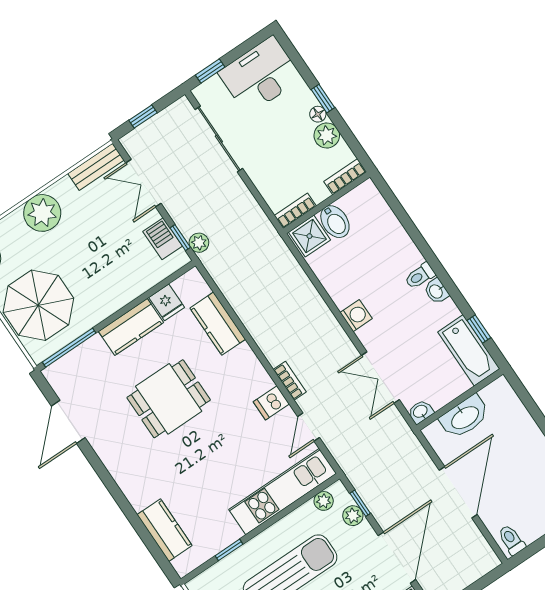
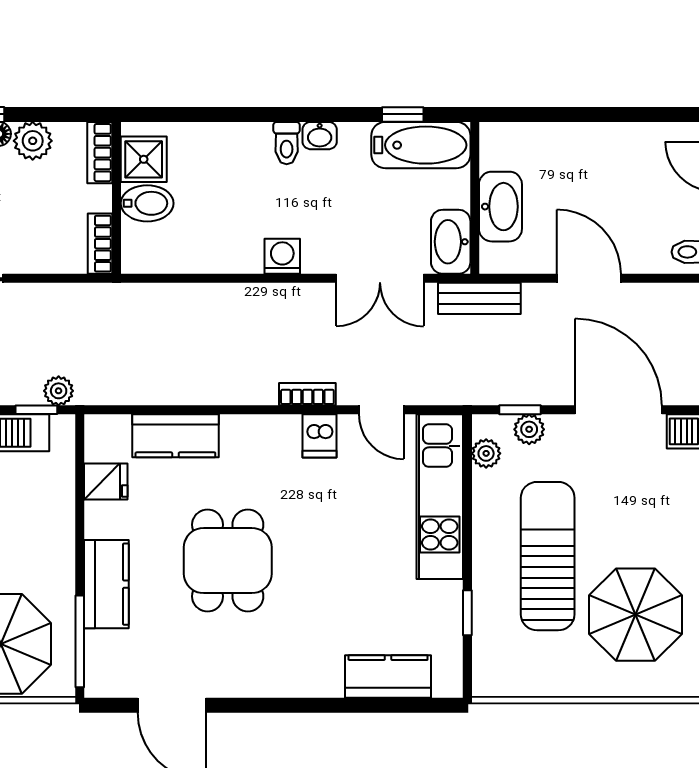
shower: (309, 236) -> (144, 159), moved
kitchen counter: (131, 327) -> (106, 584), moved
washbasin: (421, 412) -> (451, 242), width x1.91, depth x1.45
bench: (406, 440) -> (479, 298), added
door: (458, 492) -> (589, 278), width x0.73

